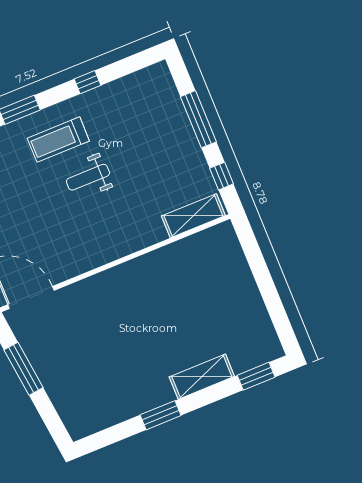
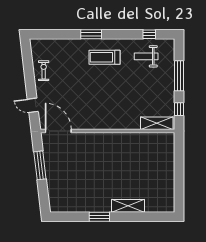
window: (88, 82) -> (149, 34), moved
weight bench: (88, 177) -> (146, 56), moved
window: (256, 376) -> (155, 217), removed

